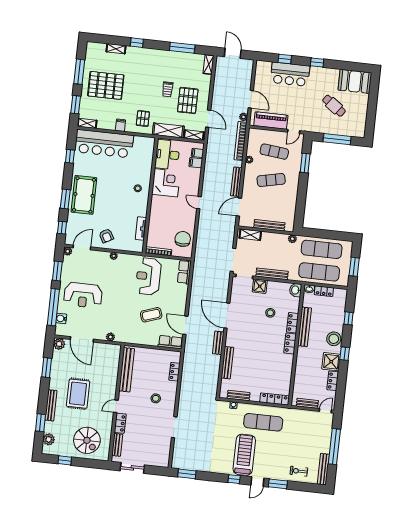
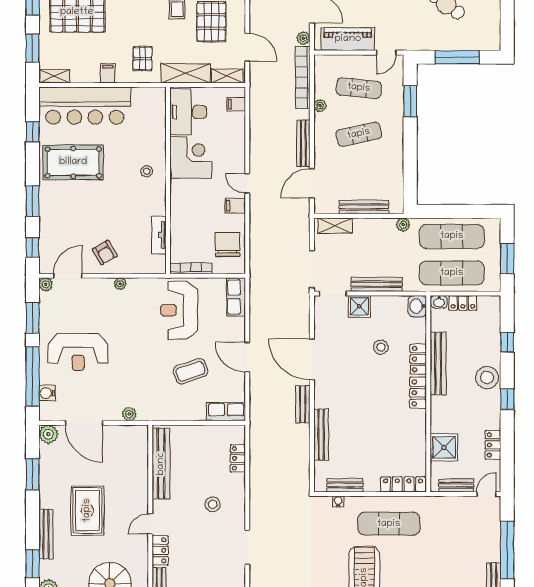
filing cabinet: (196, 163) -> (235, 206), moved
pool table: (84, 195) -> (73, 162), moved, turned 90
door: (185, 325) -> (247, 357), moved
shower: (331, 362) -> (444, 447), moved

